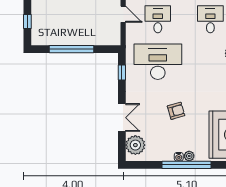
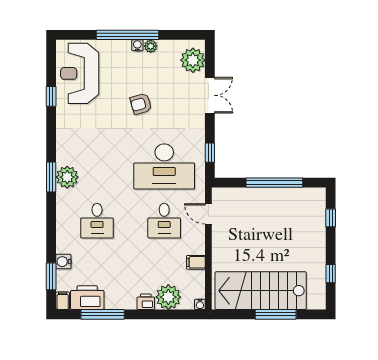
door: (123, 14) -> (208, 214), moved
double door: (122, 118) -> (210, 95), swing flipped
plant: (189, 156) -> (151, 46), moved

